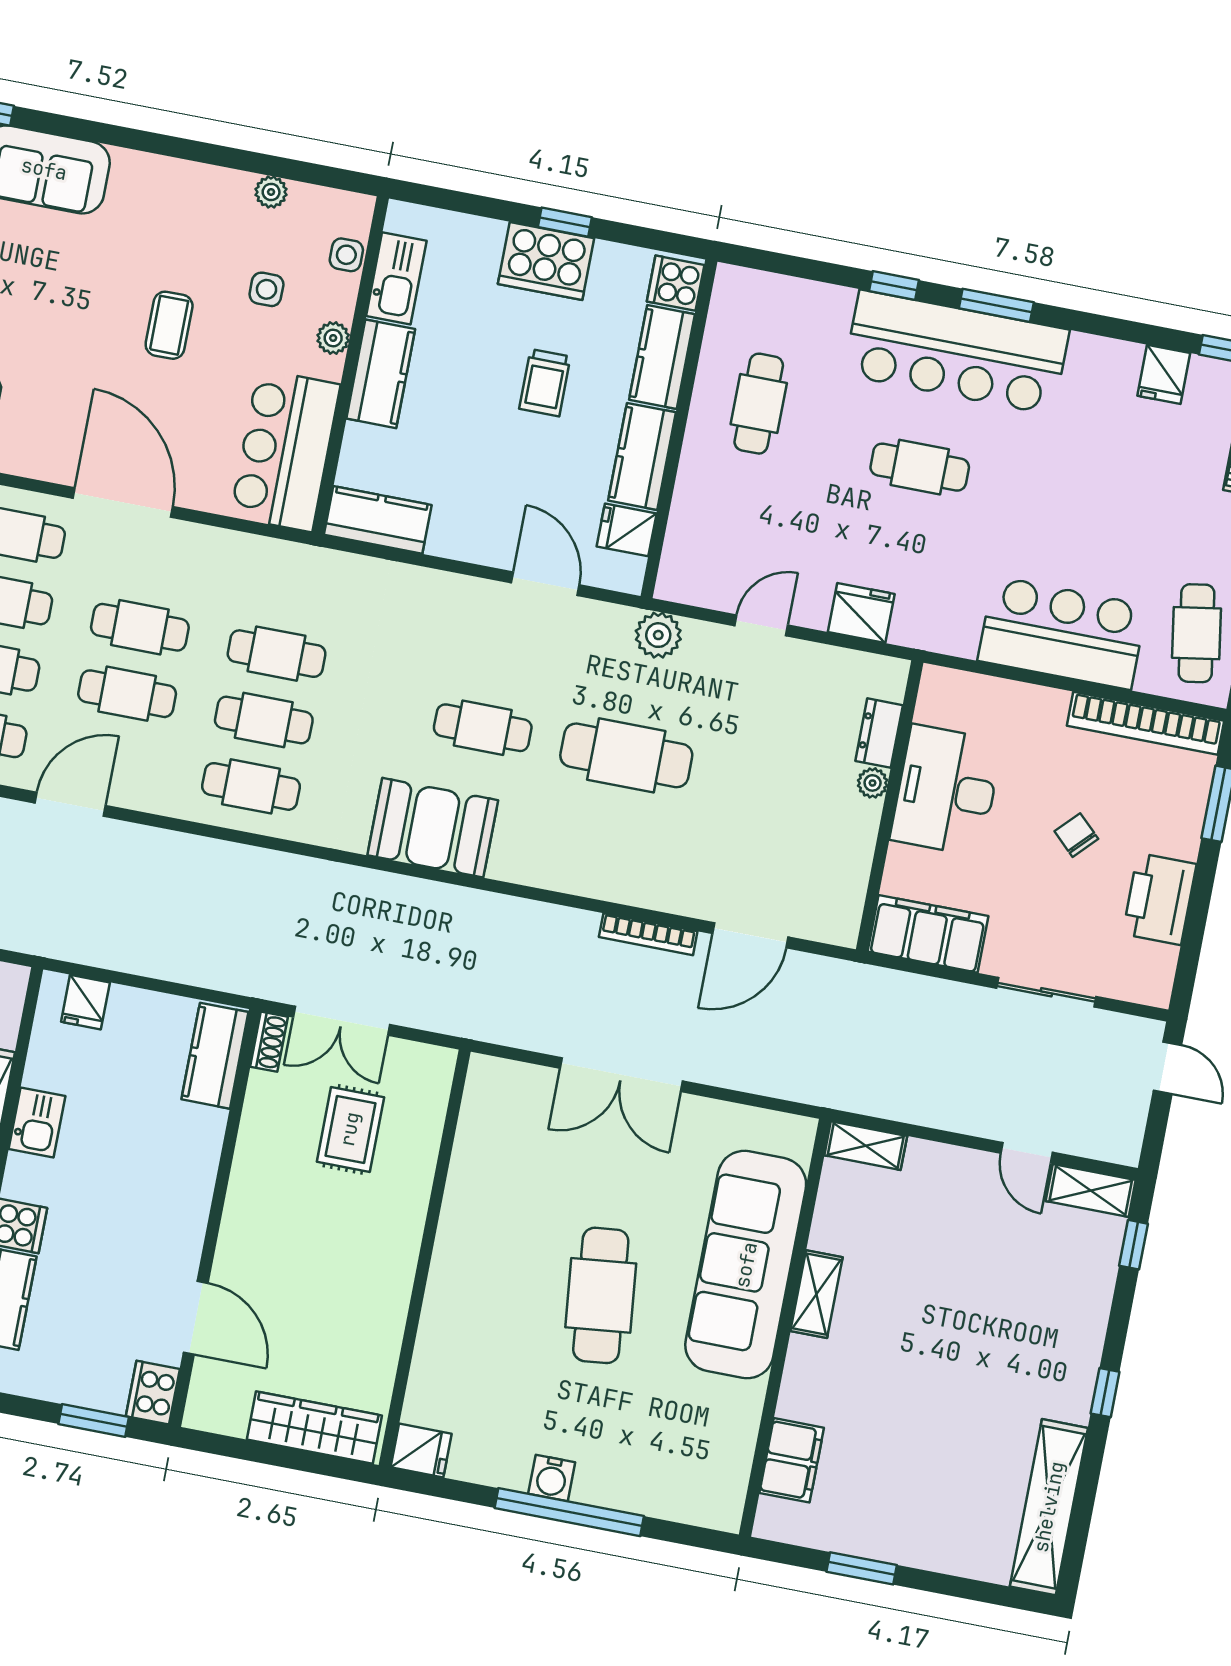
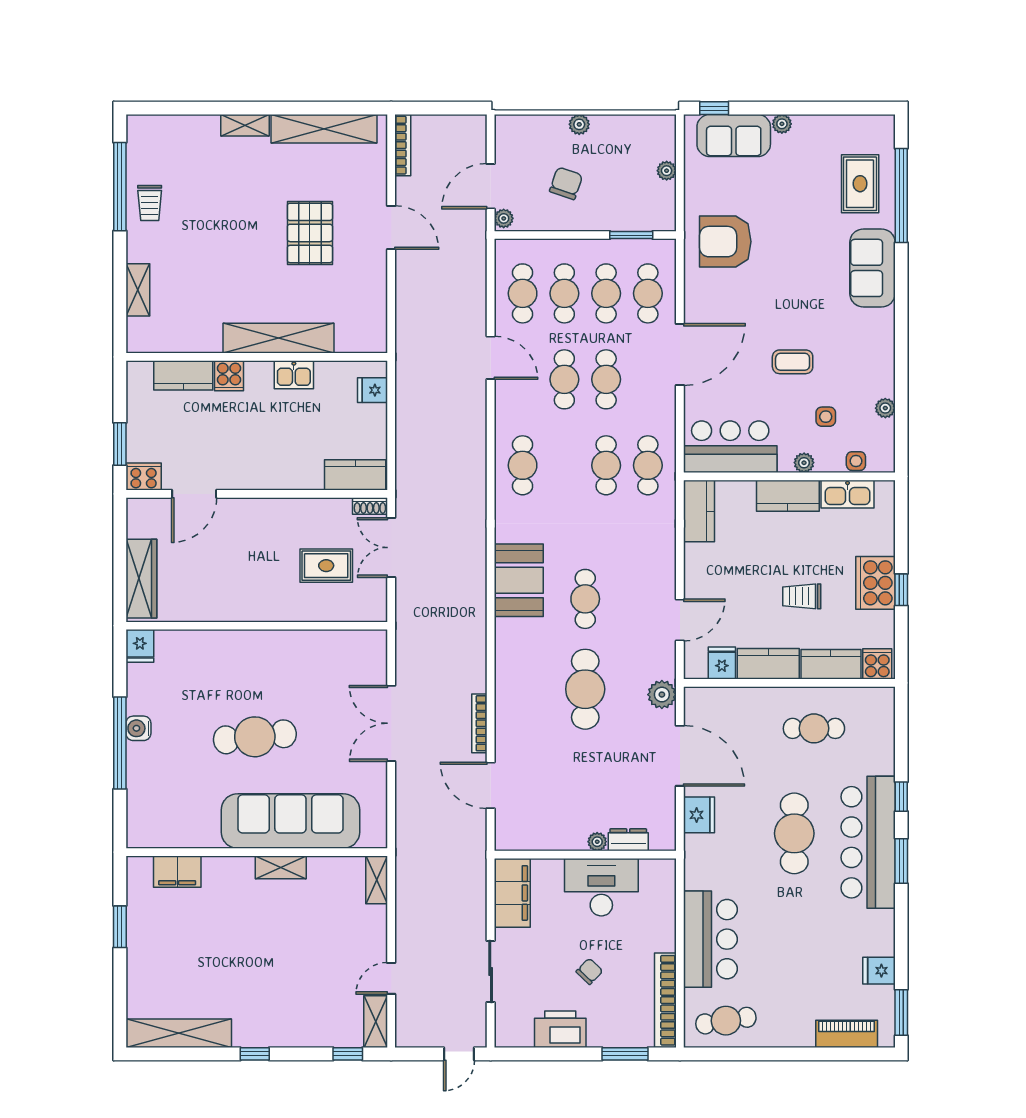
cafe table: (920, 467) -> (794, 833), width x1.37, depth x1.35
door: (761, 625) -> (680, 756), width x1.88
cafe table: (264, 720) -> (648, 465), moved

